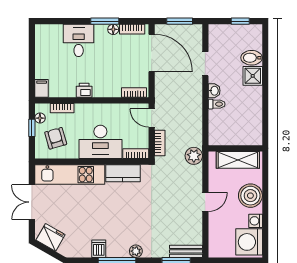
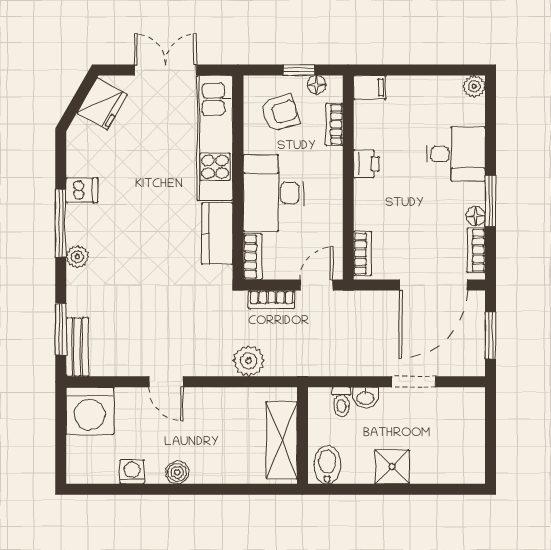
window: (240, 21) -> (491, 444), removed
plant: (41, 30) -> (474, 86), added
bidet: (252, 58) -> (327, 465), moved
wall: (235, 148) -> (303, 435), moved
shelving: (238, 160) -> (282, 440), moved
boiler: (250, 196) -> (177, 472), width x0.54, depth x0.54
washing machine: (249, 242) -> (90, 411), moved, turned 180

